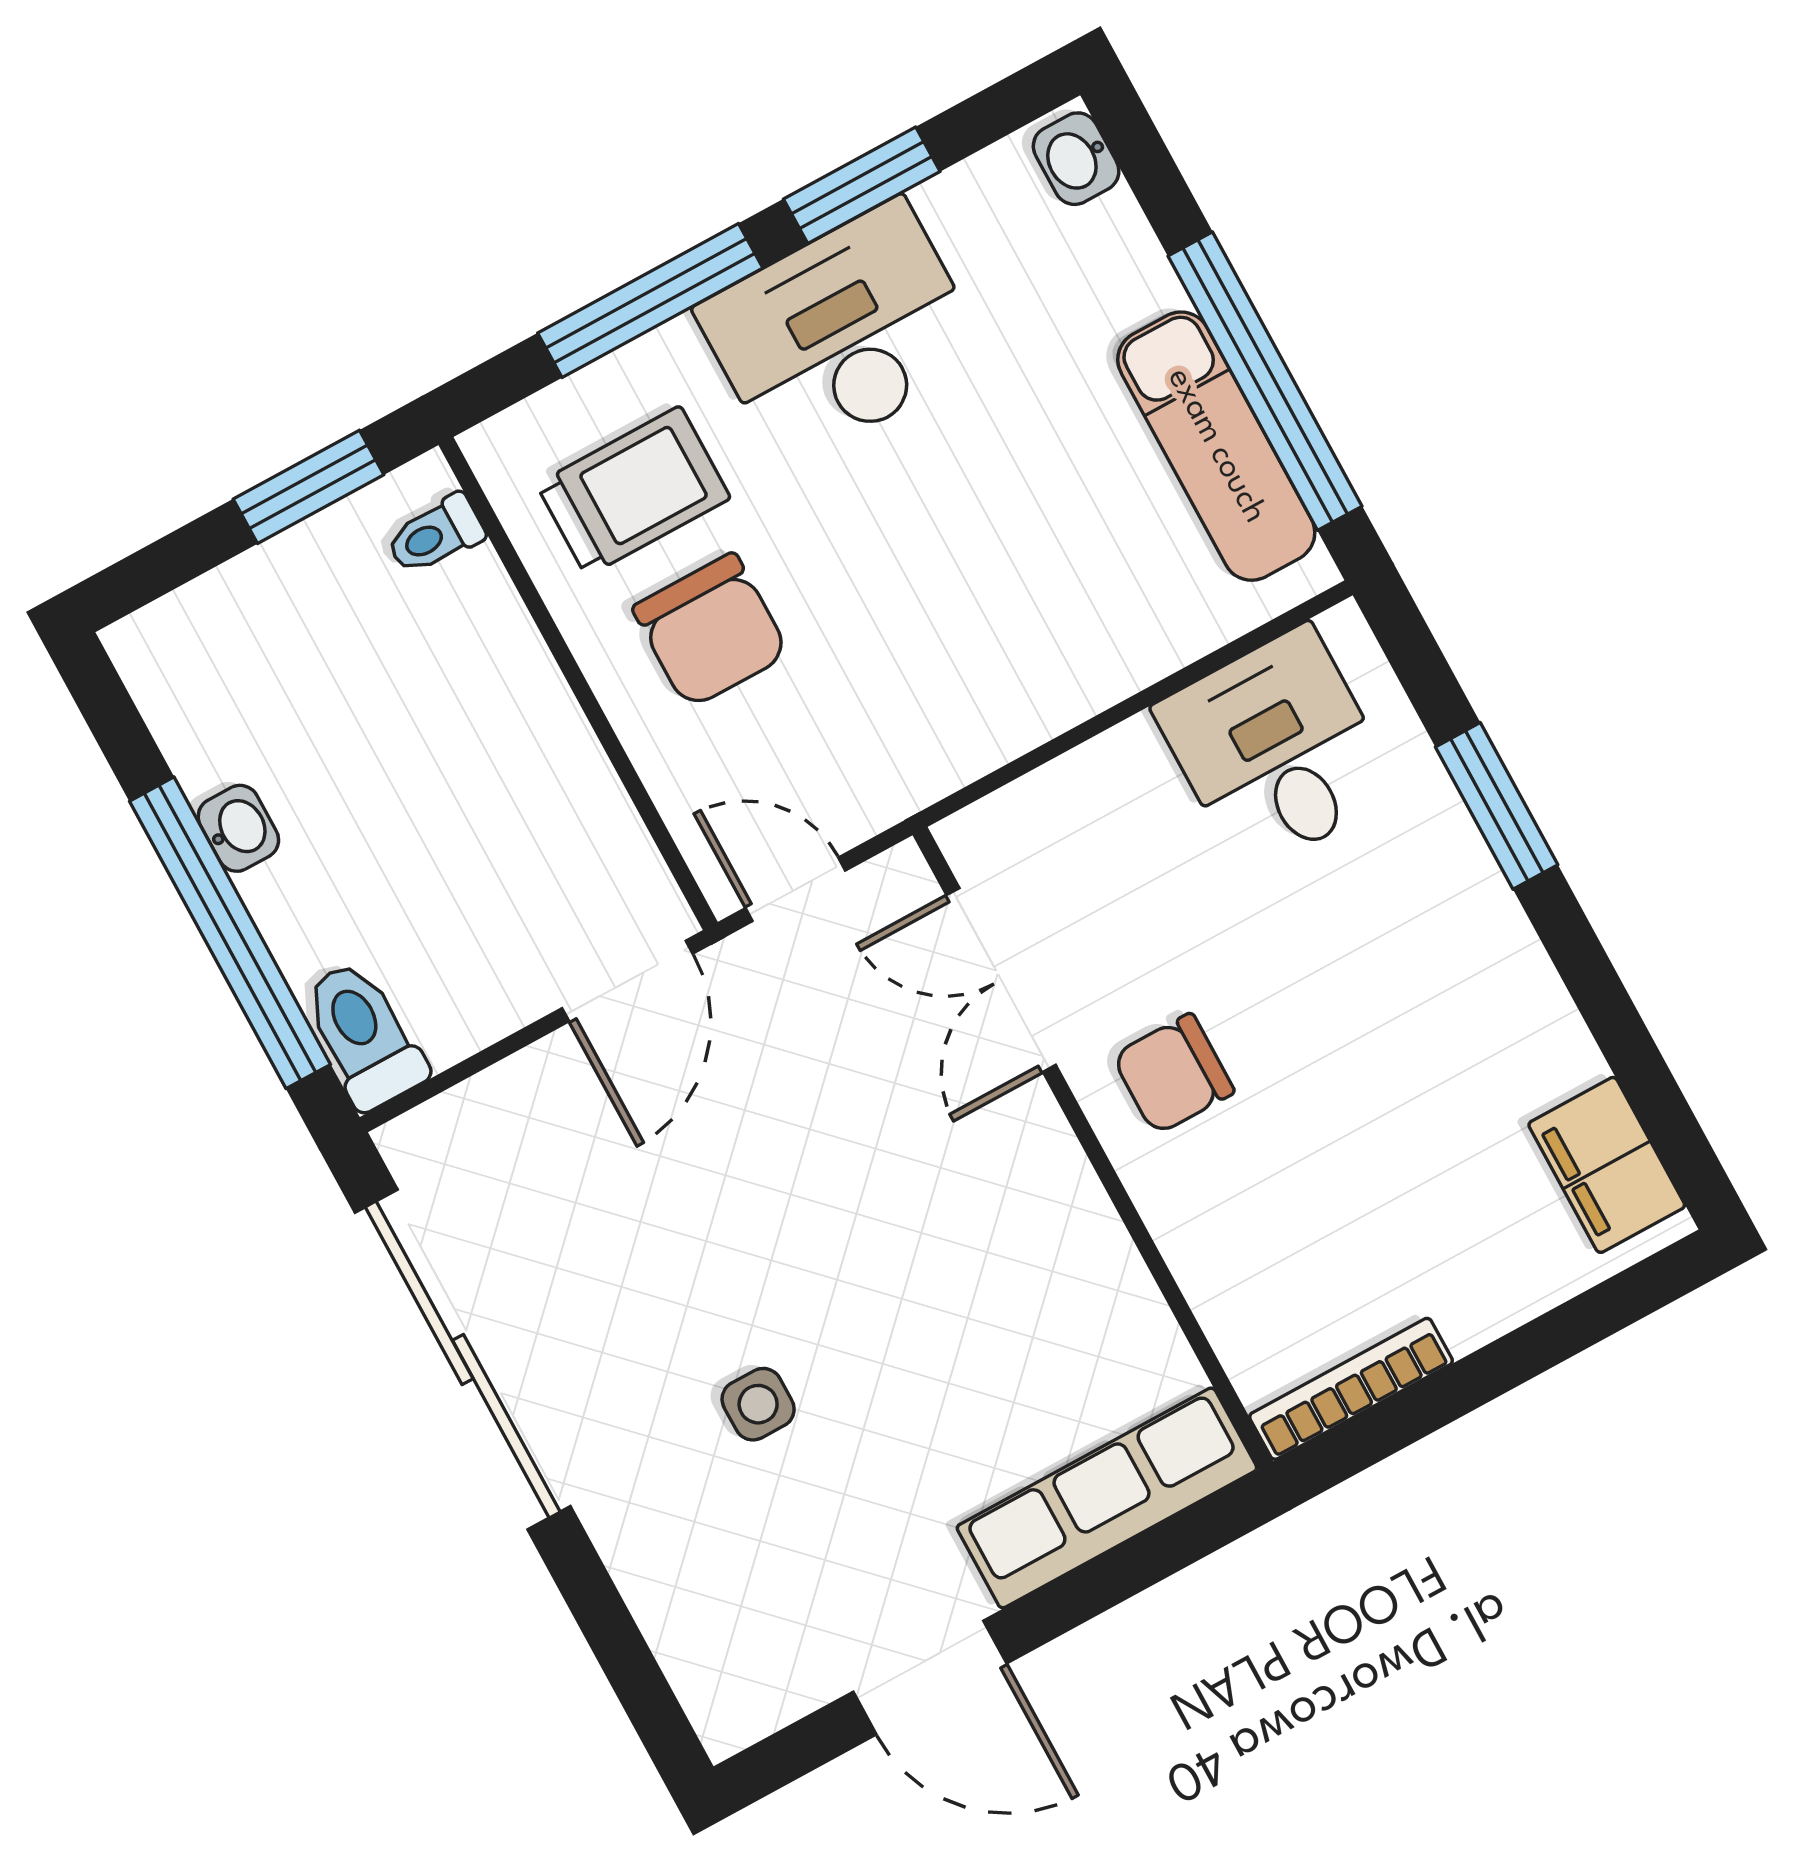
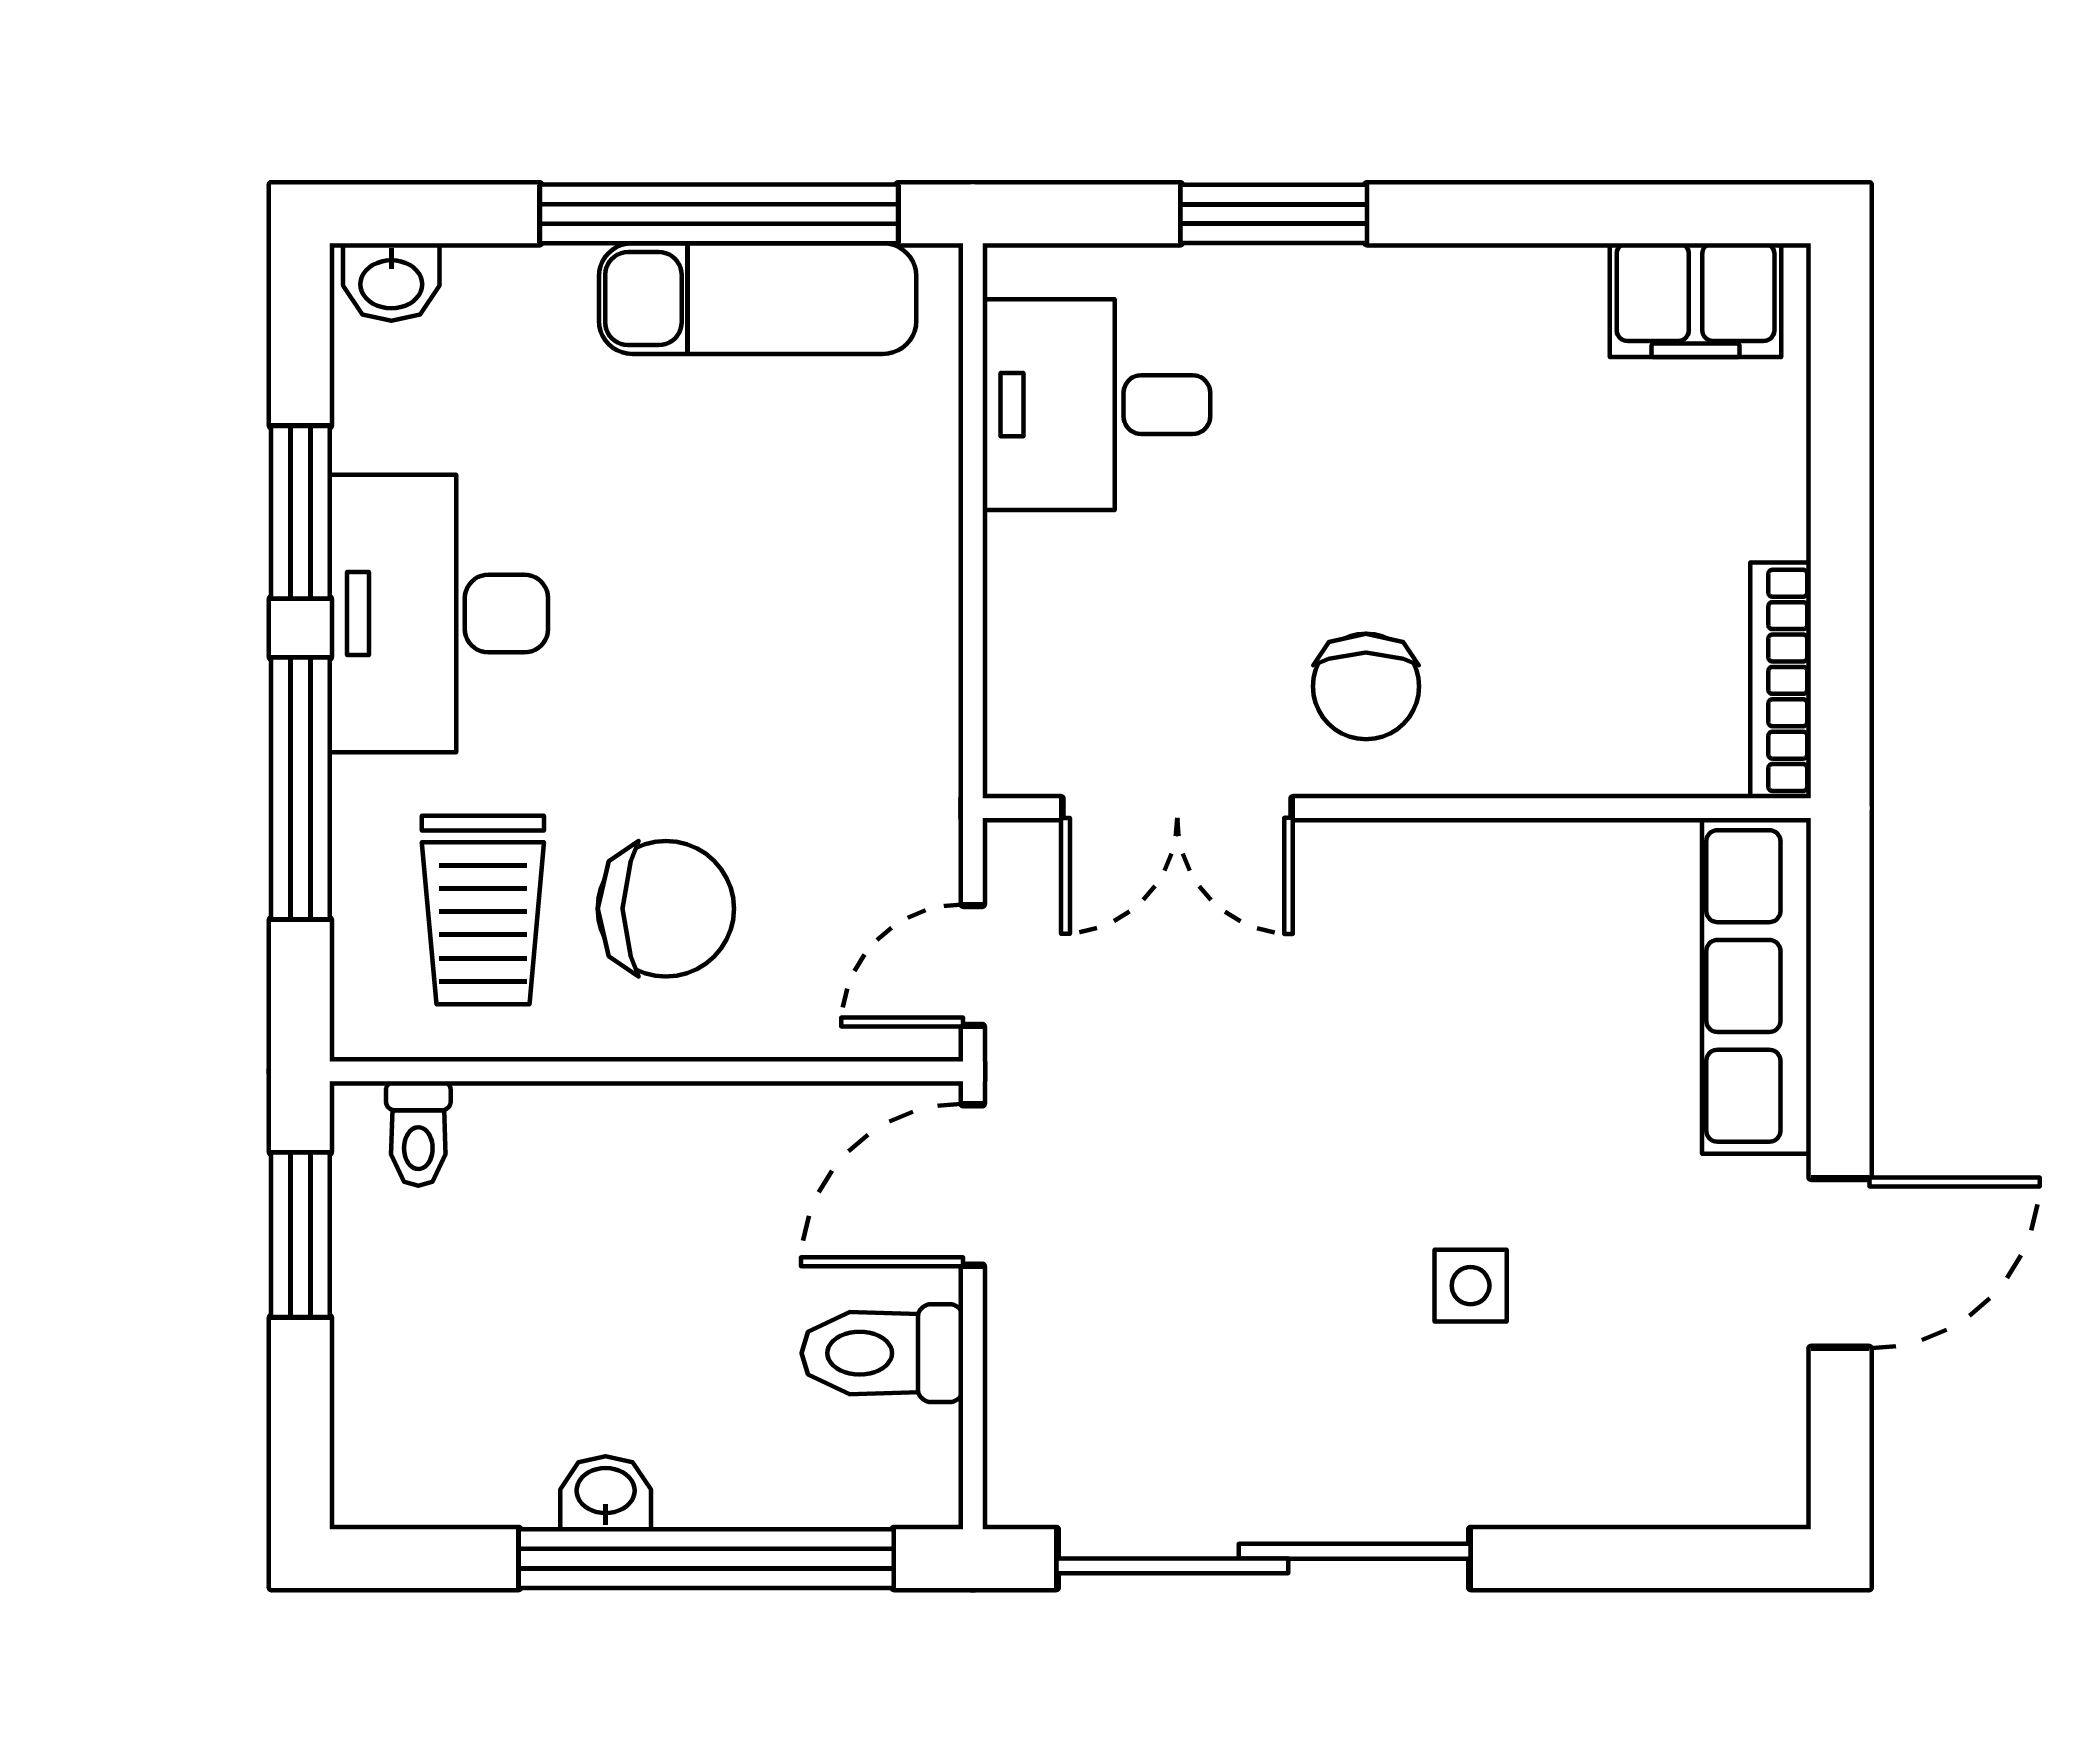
trolley: (633, 491) -> (483, 910), turned 180
door: (627, 981) -> (973, 1185), swing flipped
toilet: (364, 1035) -> (882, 1353), moved

